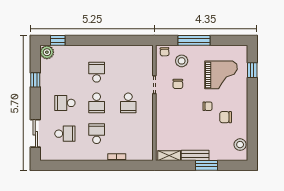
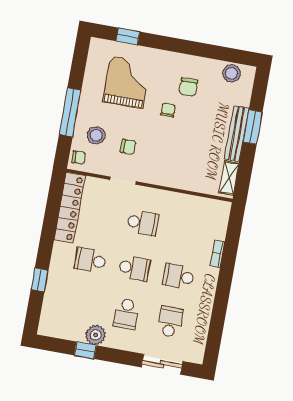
window: (58, 40) -> (40, 280), moved
plant: (47, 52) -> (96, 335), moved
locker: (130, 52) -> (70, 208), added
bench: (195, 155) -> (237, 134), width x1.36

